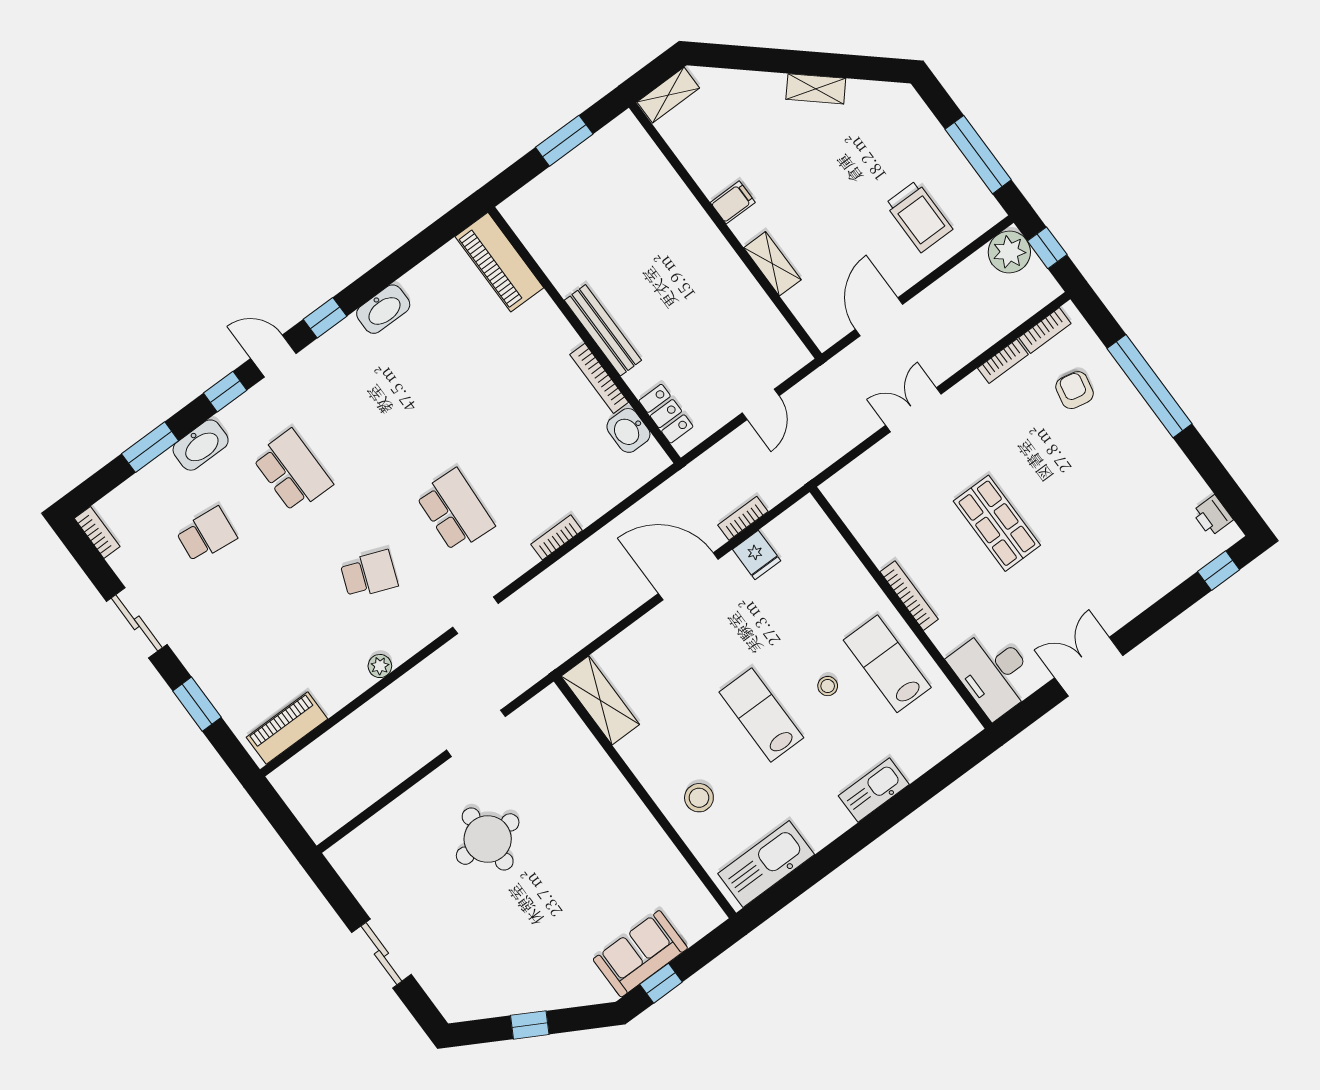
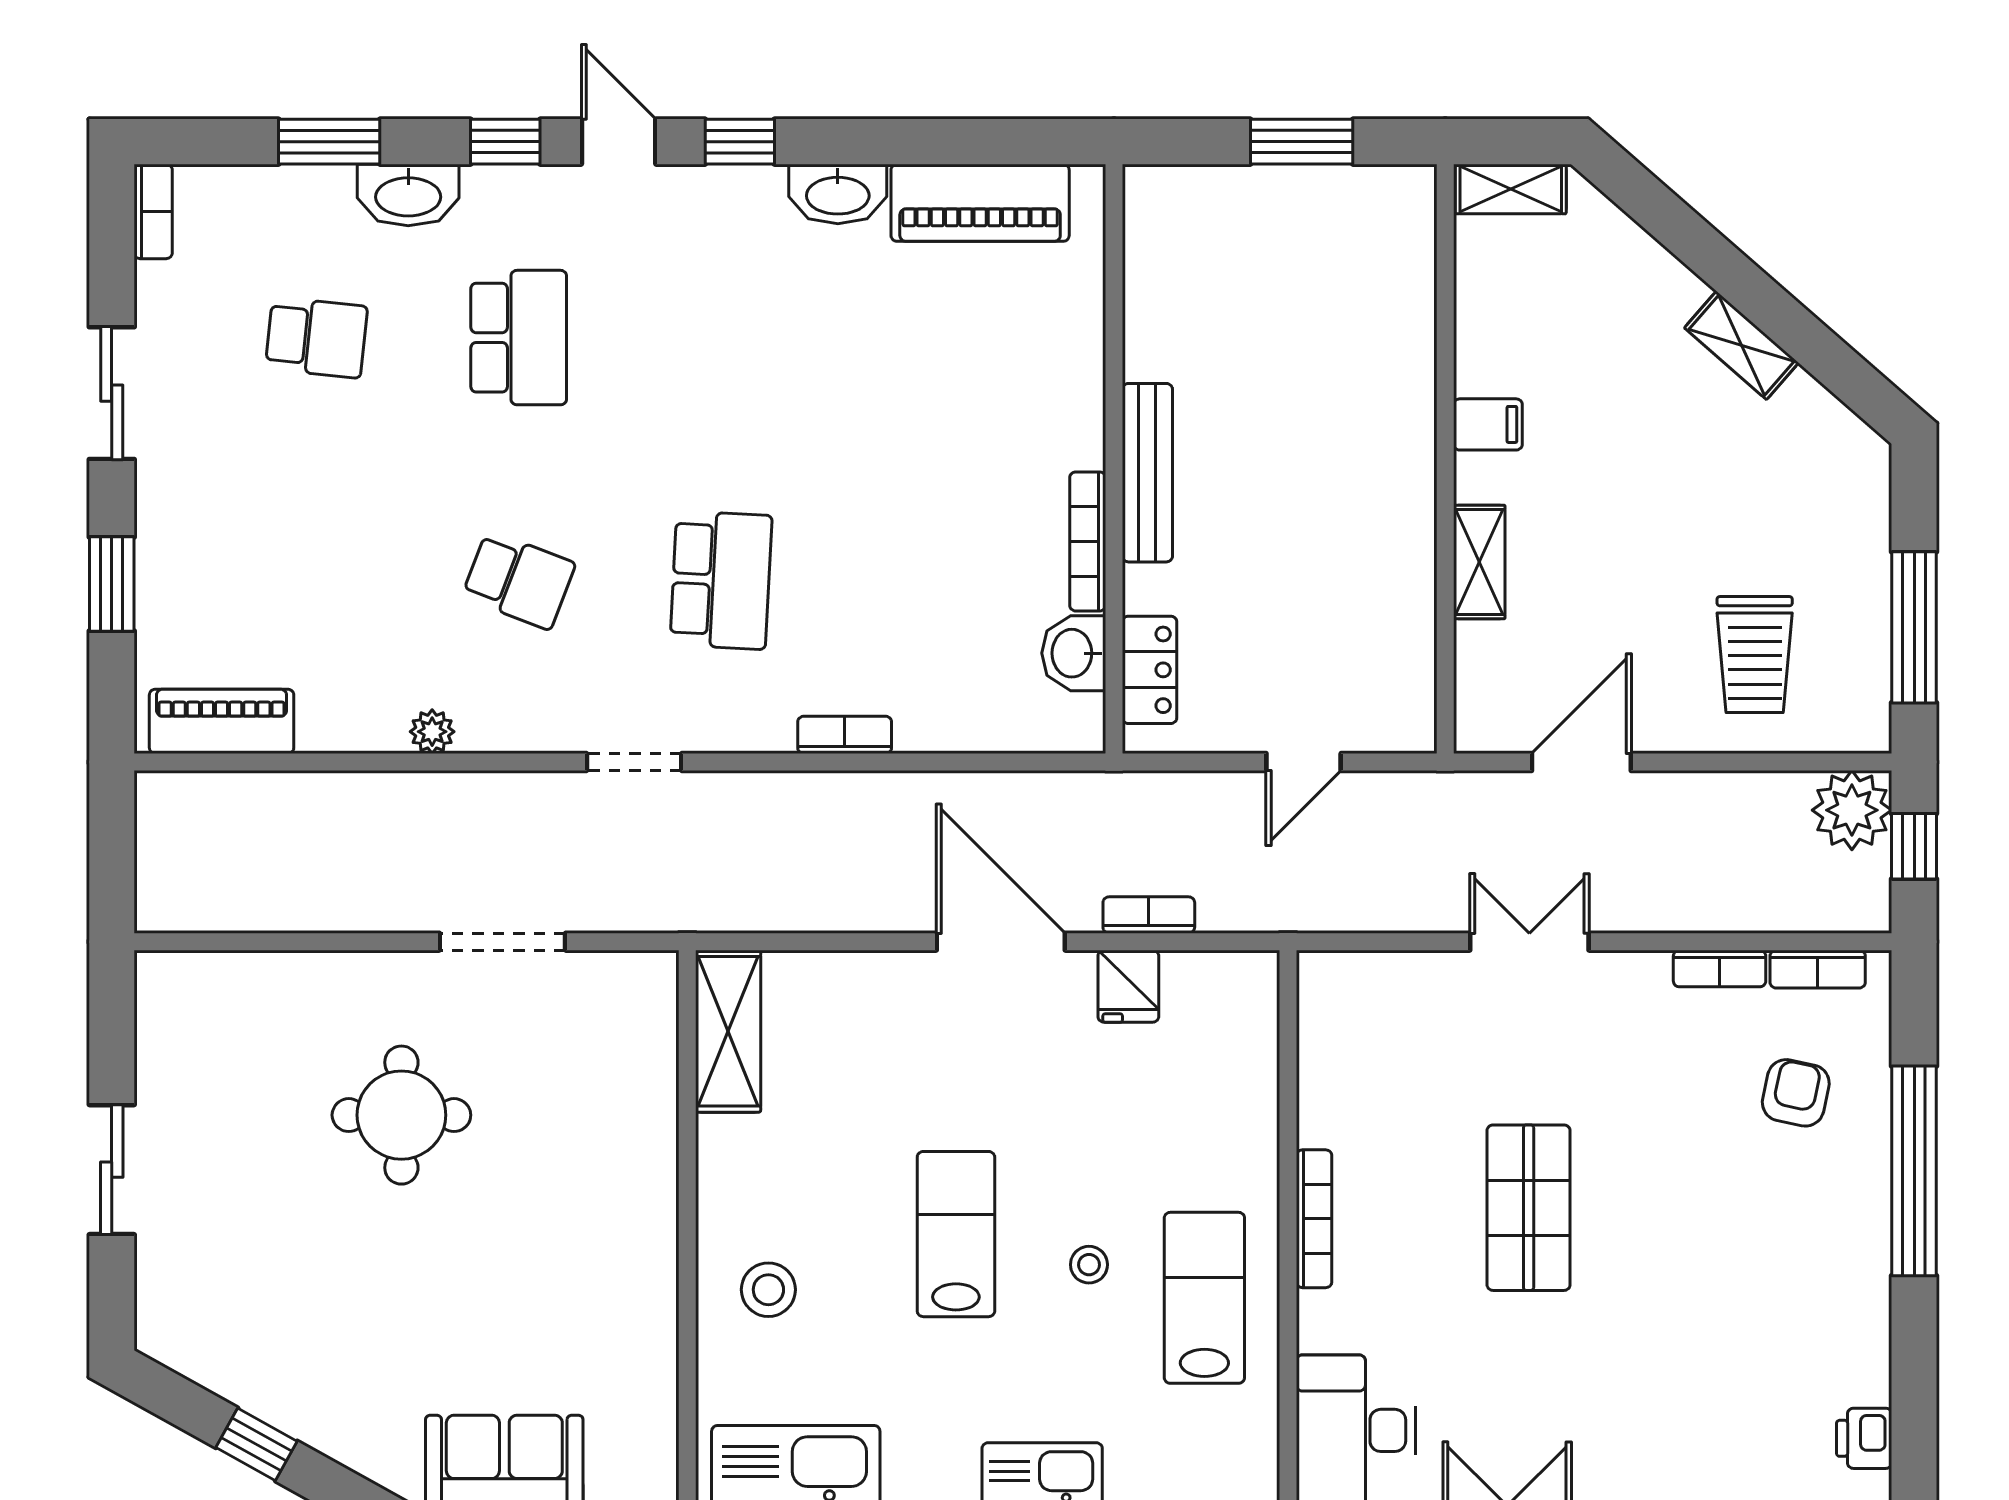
piano: (499, 262) -> (980, 203), moved, turned -90

